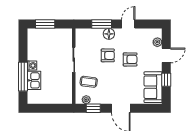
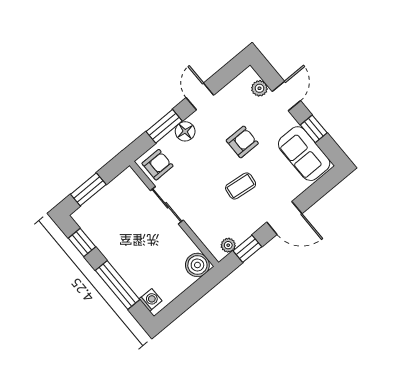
window: (23, 45) -> (82, 242), added
armchair: (108, 55) -> (157, 165), moved
washing machine: (32, 66) -> (151, 300), moved
kitchen sink: (34, 80) -> (137, 278), removed
coffee table: (89, 82) -> (241, 186), moved
boiler: (65, 97) -> (197, 265), added

